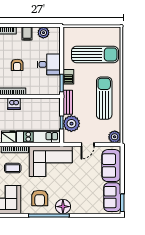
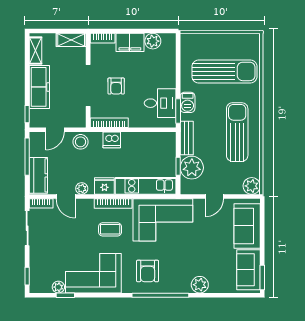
filing cabinet: (27, 34) -> (130, 42), width x2.00
desk: (49, 64) -> (160, 103), moved
floor lamp: (63, 207) -> (180, 283), removed
plant: (77, 208) -> (200, 285), added

